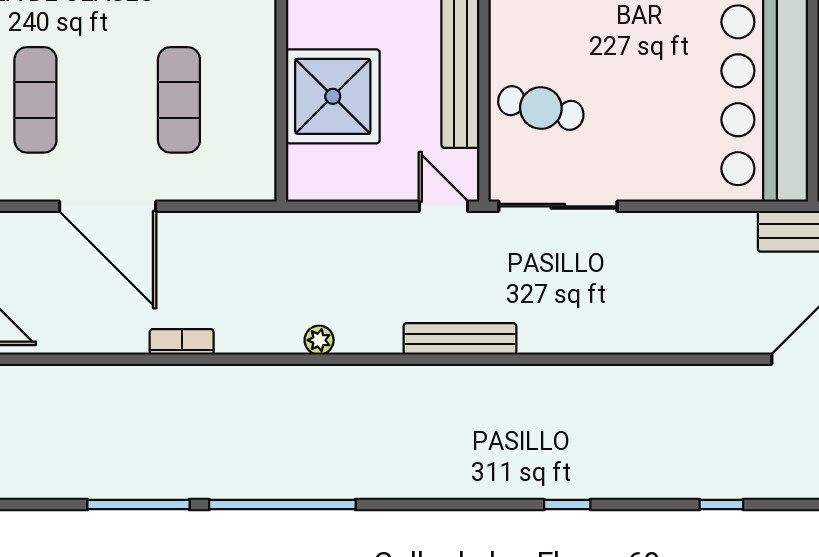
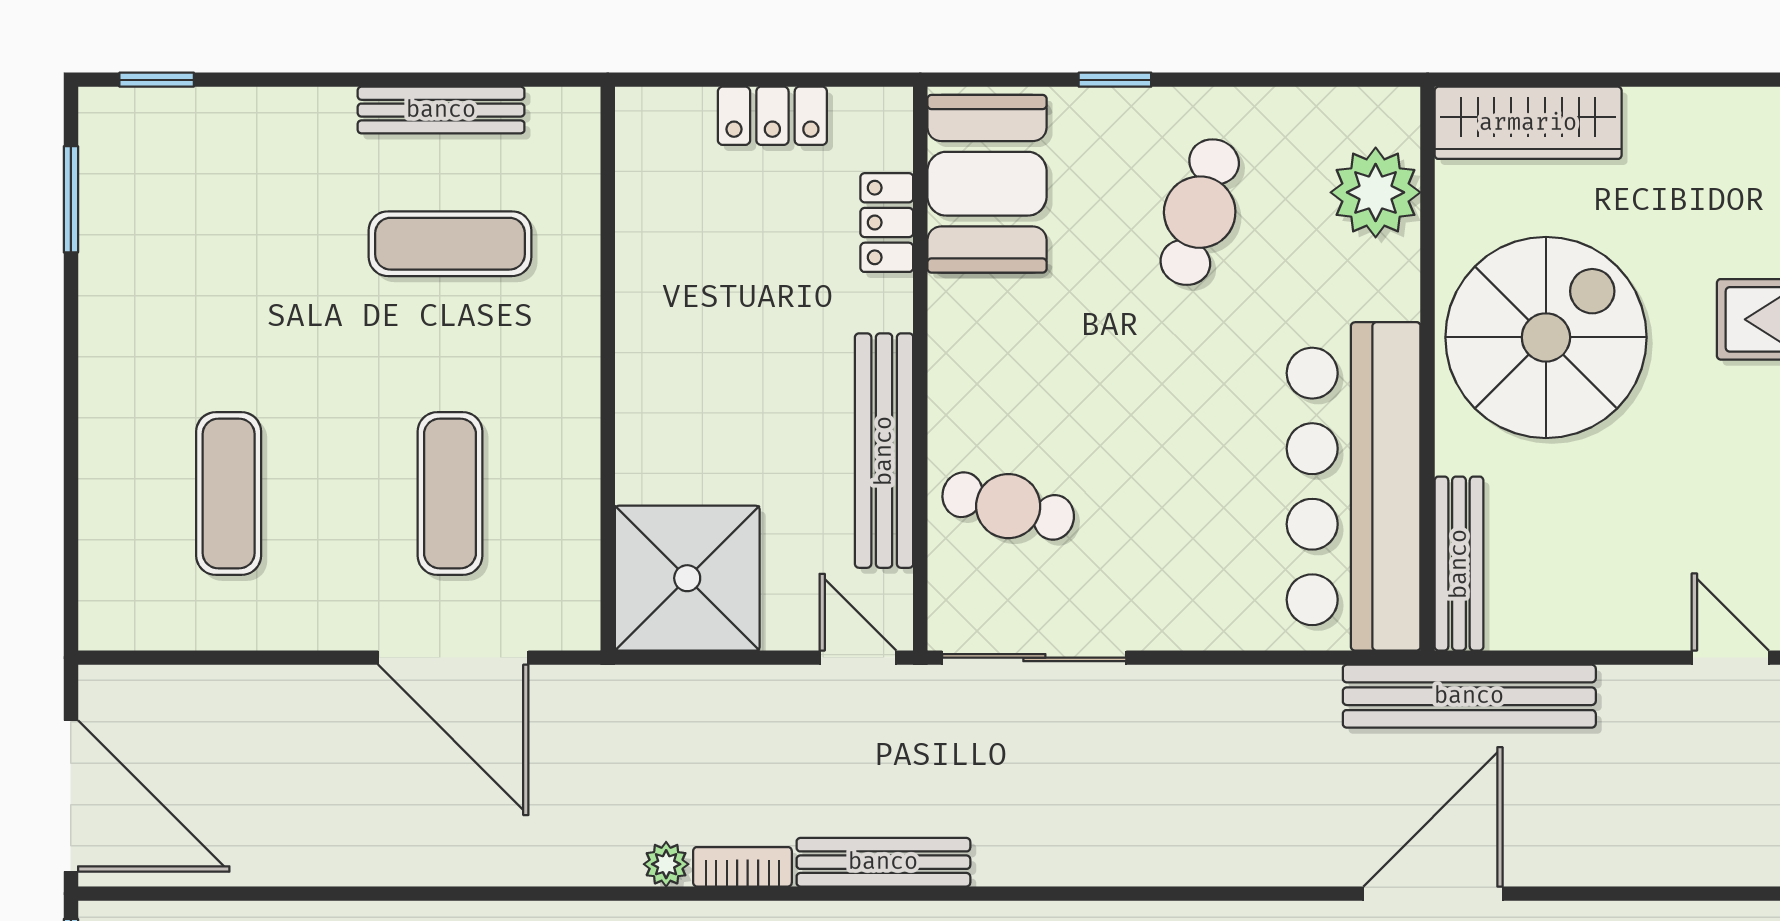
shower: (333, 96) -> (687, 578), moved
door: (108, 206) -> (453, 658), moved
bookcase: (182, 342) -> (742, 867), moved

